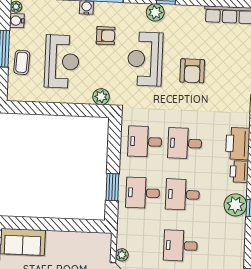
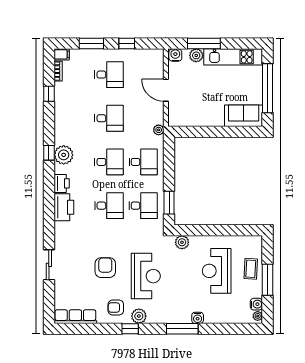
armchair: (106, 36) -> (116, 307), moved
window: (112, 187) -> (169, 203), moved
plant: (122, 255) -> (159, 130), moved

